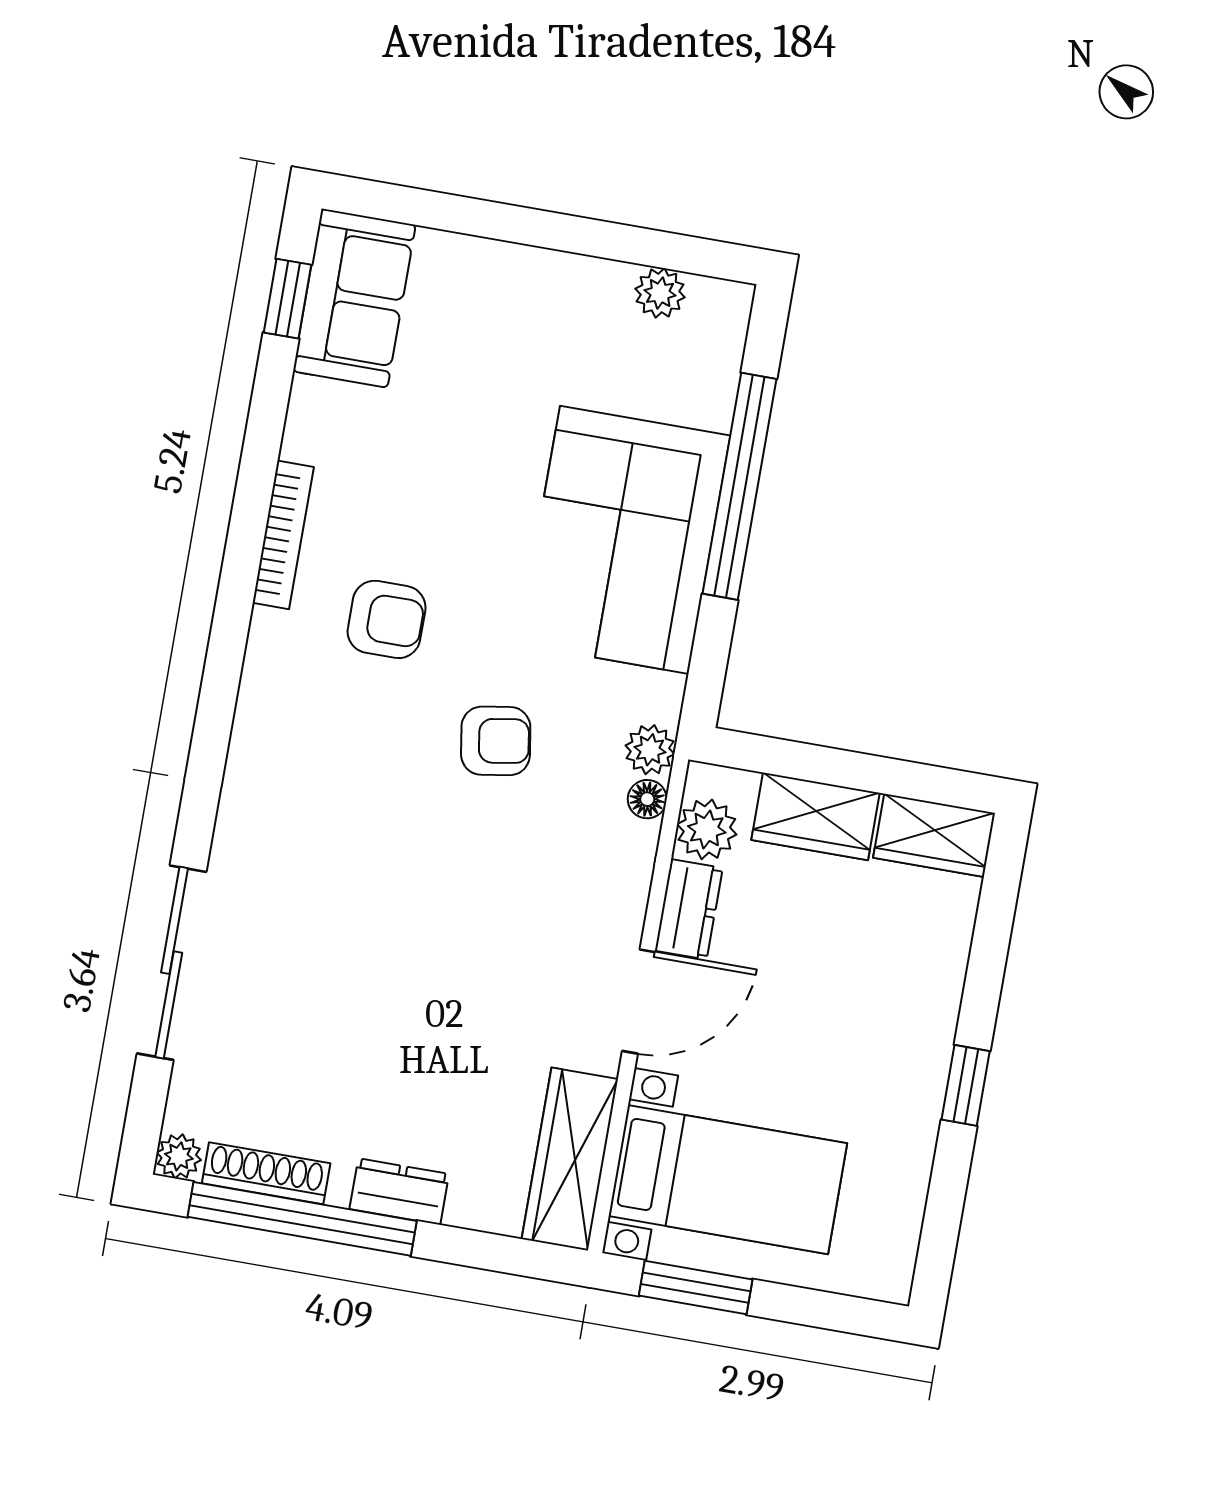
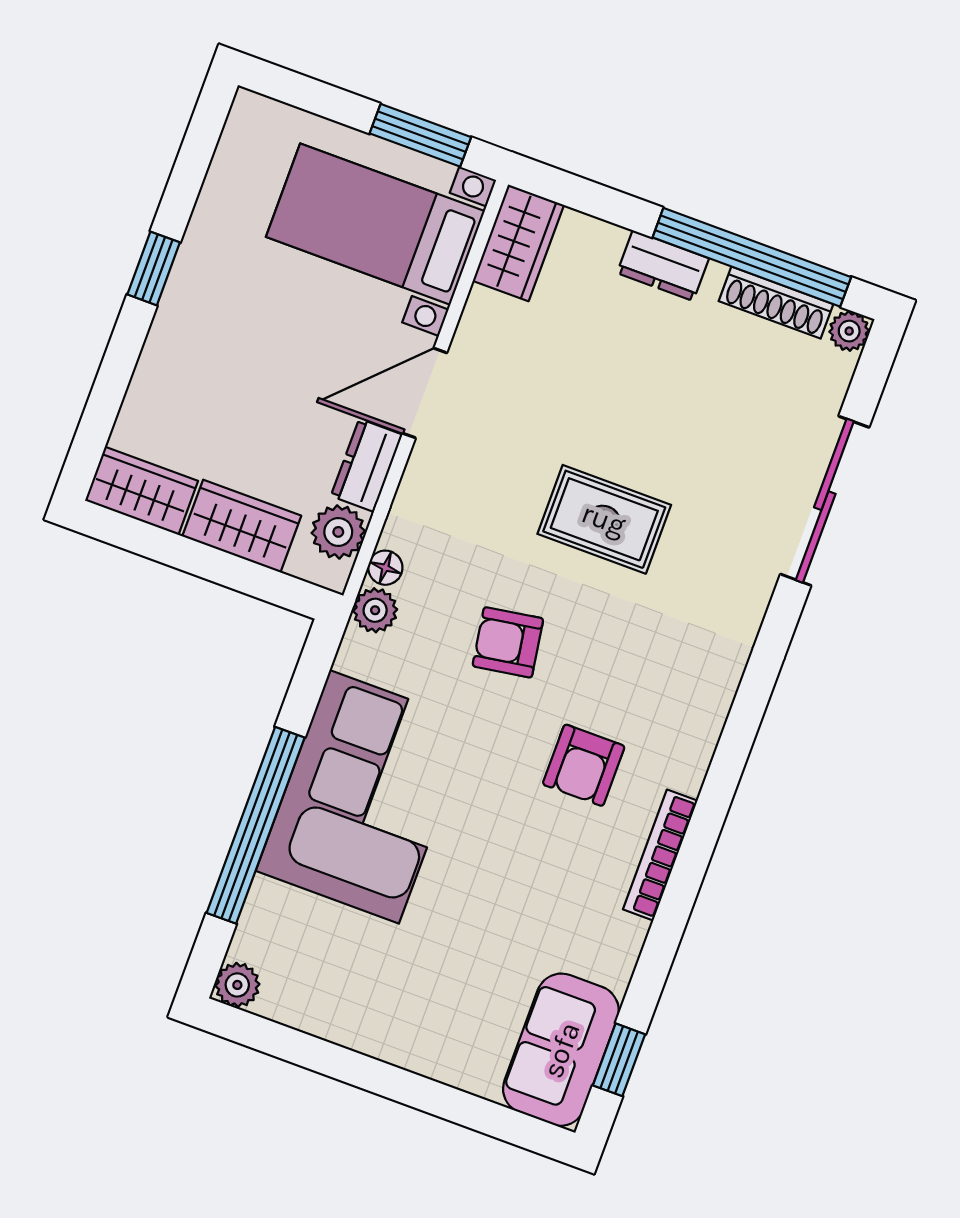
plant: (660, 293) -> (237, 985), moved
armchair: (387, 619) -> (584, 765), turned -90
rug: (413, 897) -> (604, 519), added
wardrobe: (570, 1159) -> (518, 243), width x0.67

